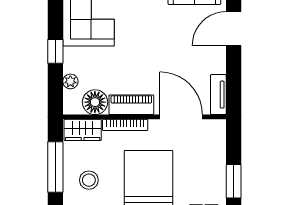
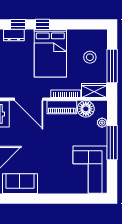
window: (55, 51) -> (112, 143), width x2.17

